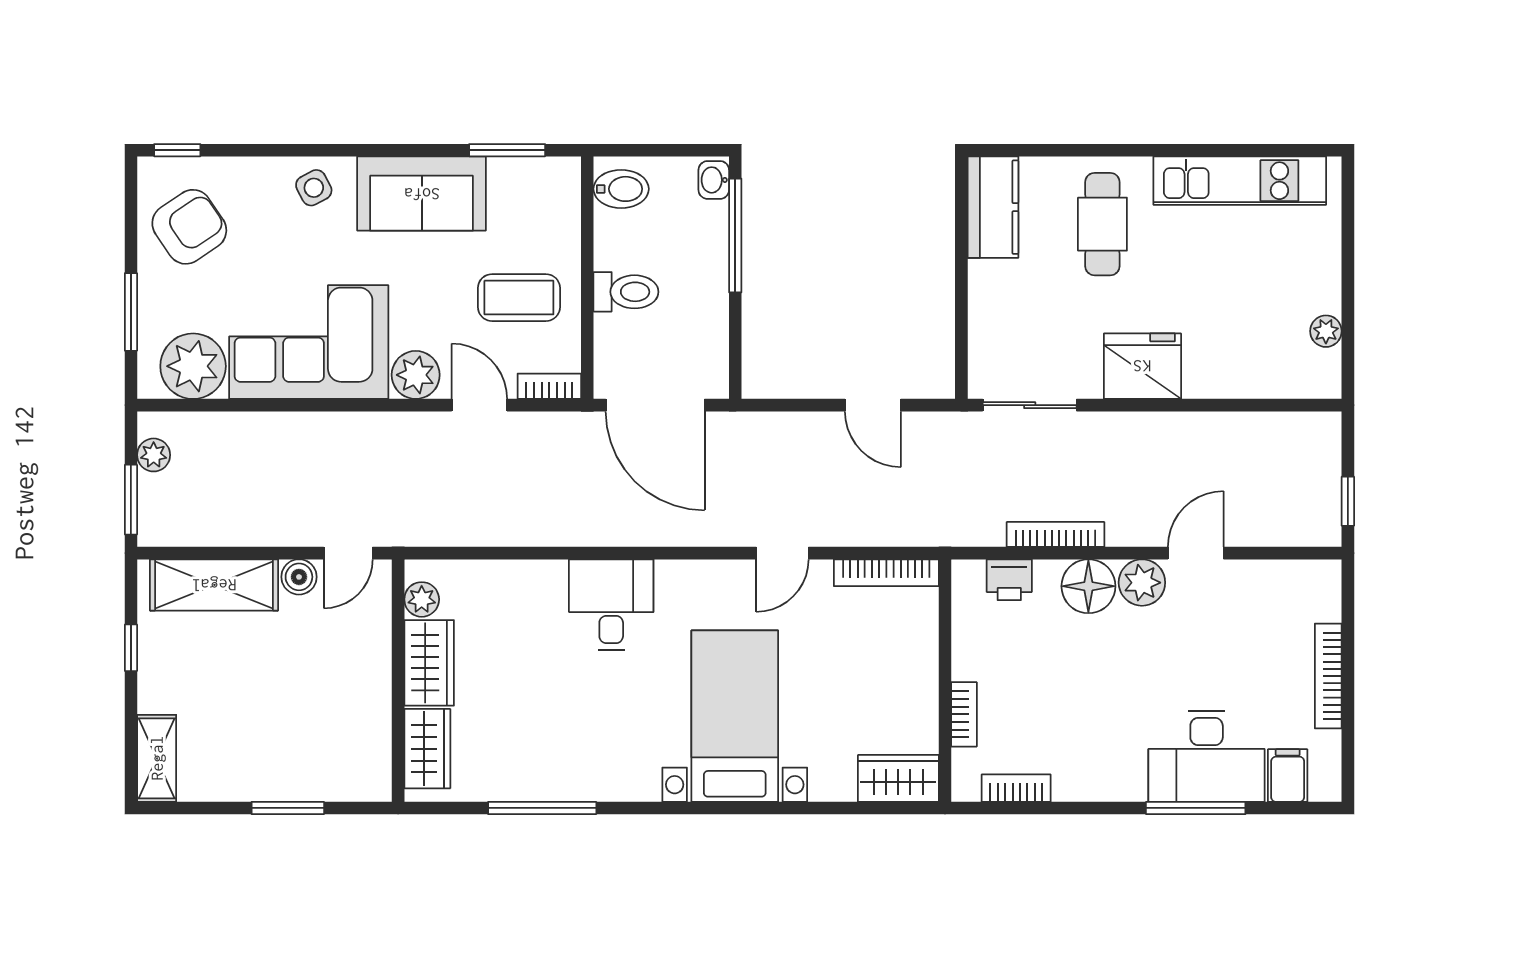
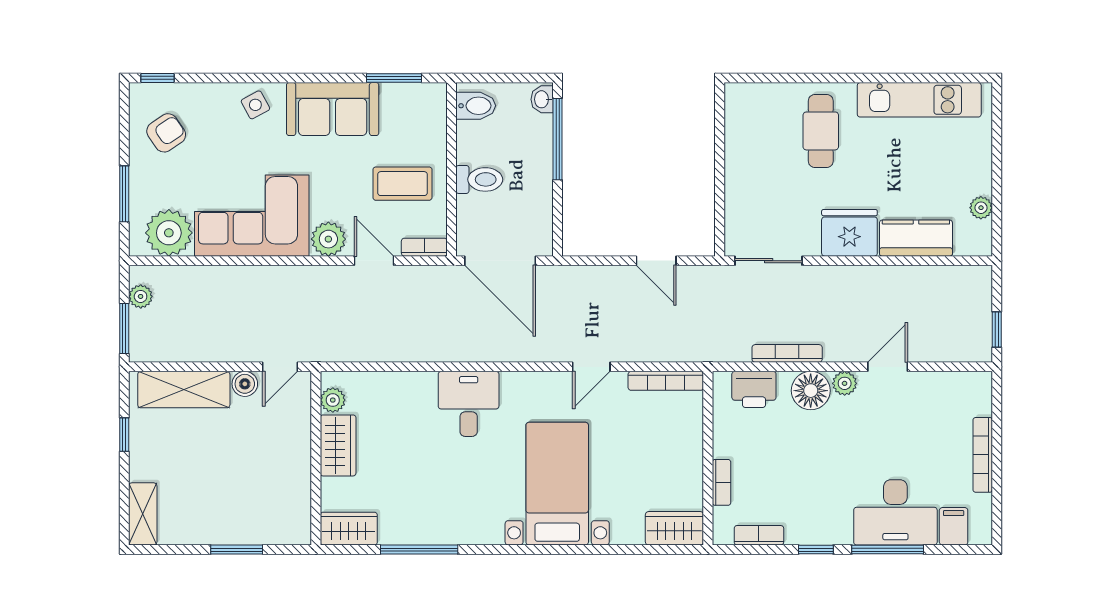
kitchen counter: (993, 207) -> (916, 238), moved, turned -90
armchair: (189, 227) -> (166, 133), width x0.72, depth x0.72
printer: (1009, 580) -> (754, 389), width x1.36, depth x1.24
plant: (1142, 583) -> (845, 383), width x0.73, depth x0.73
wardrobe: (427, 749) -> (349, 529), moved, turned -90
window: (1096, 808) -> (816, 550), added

